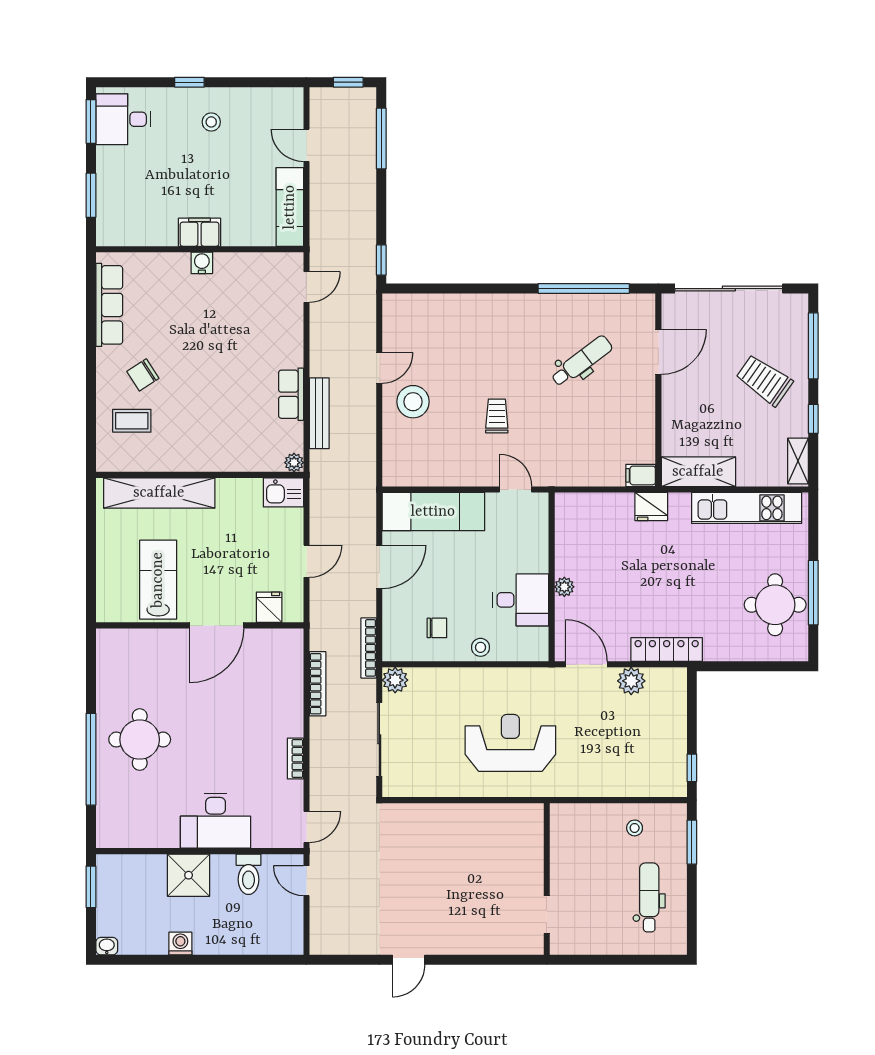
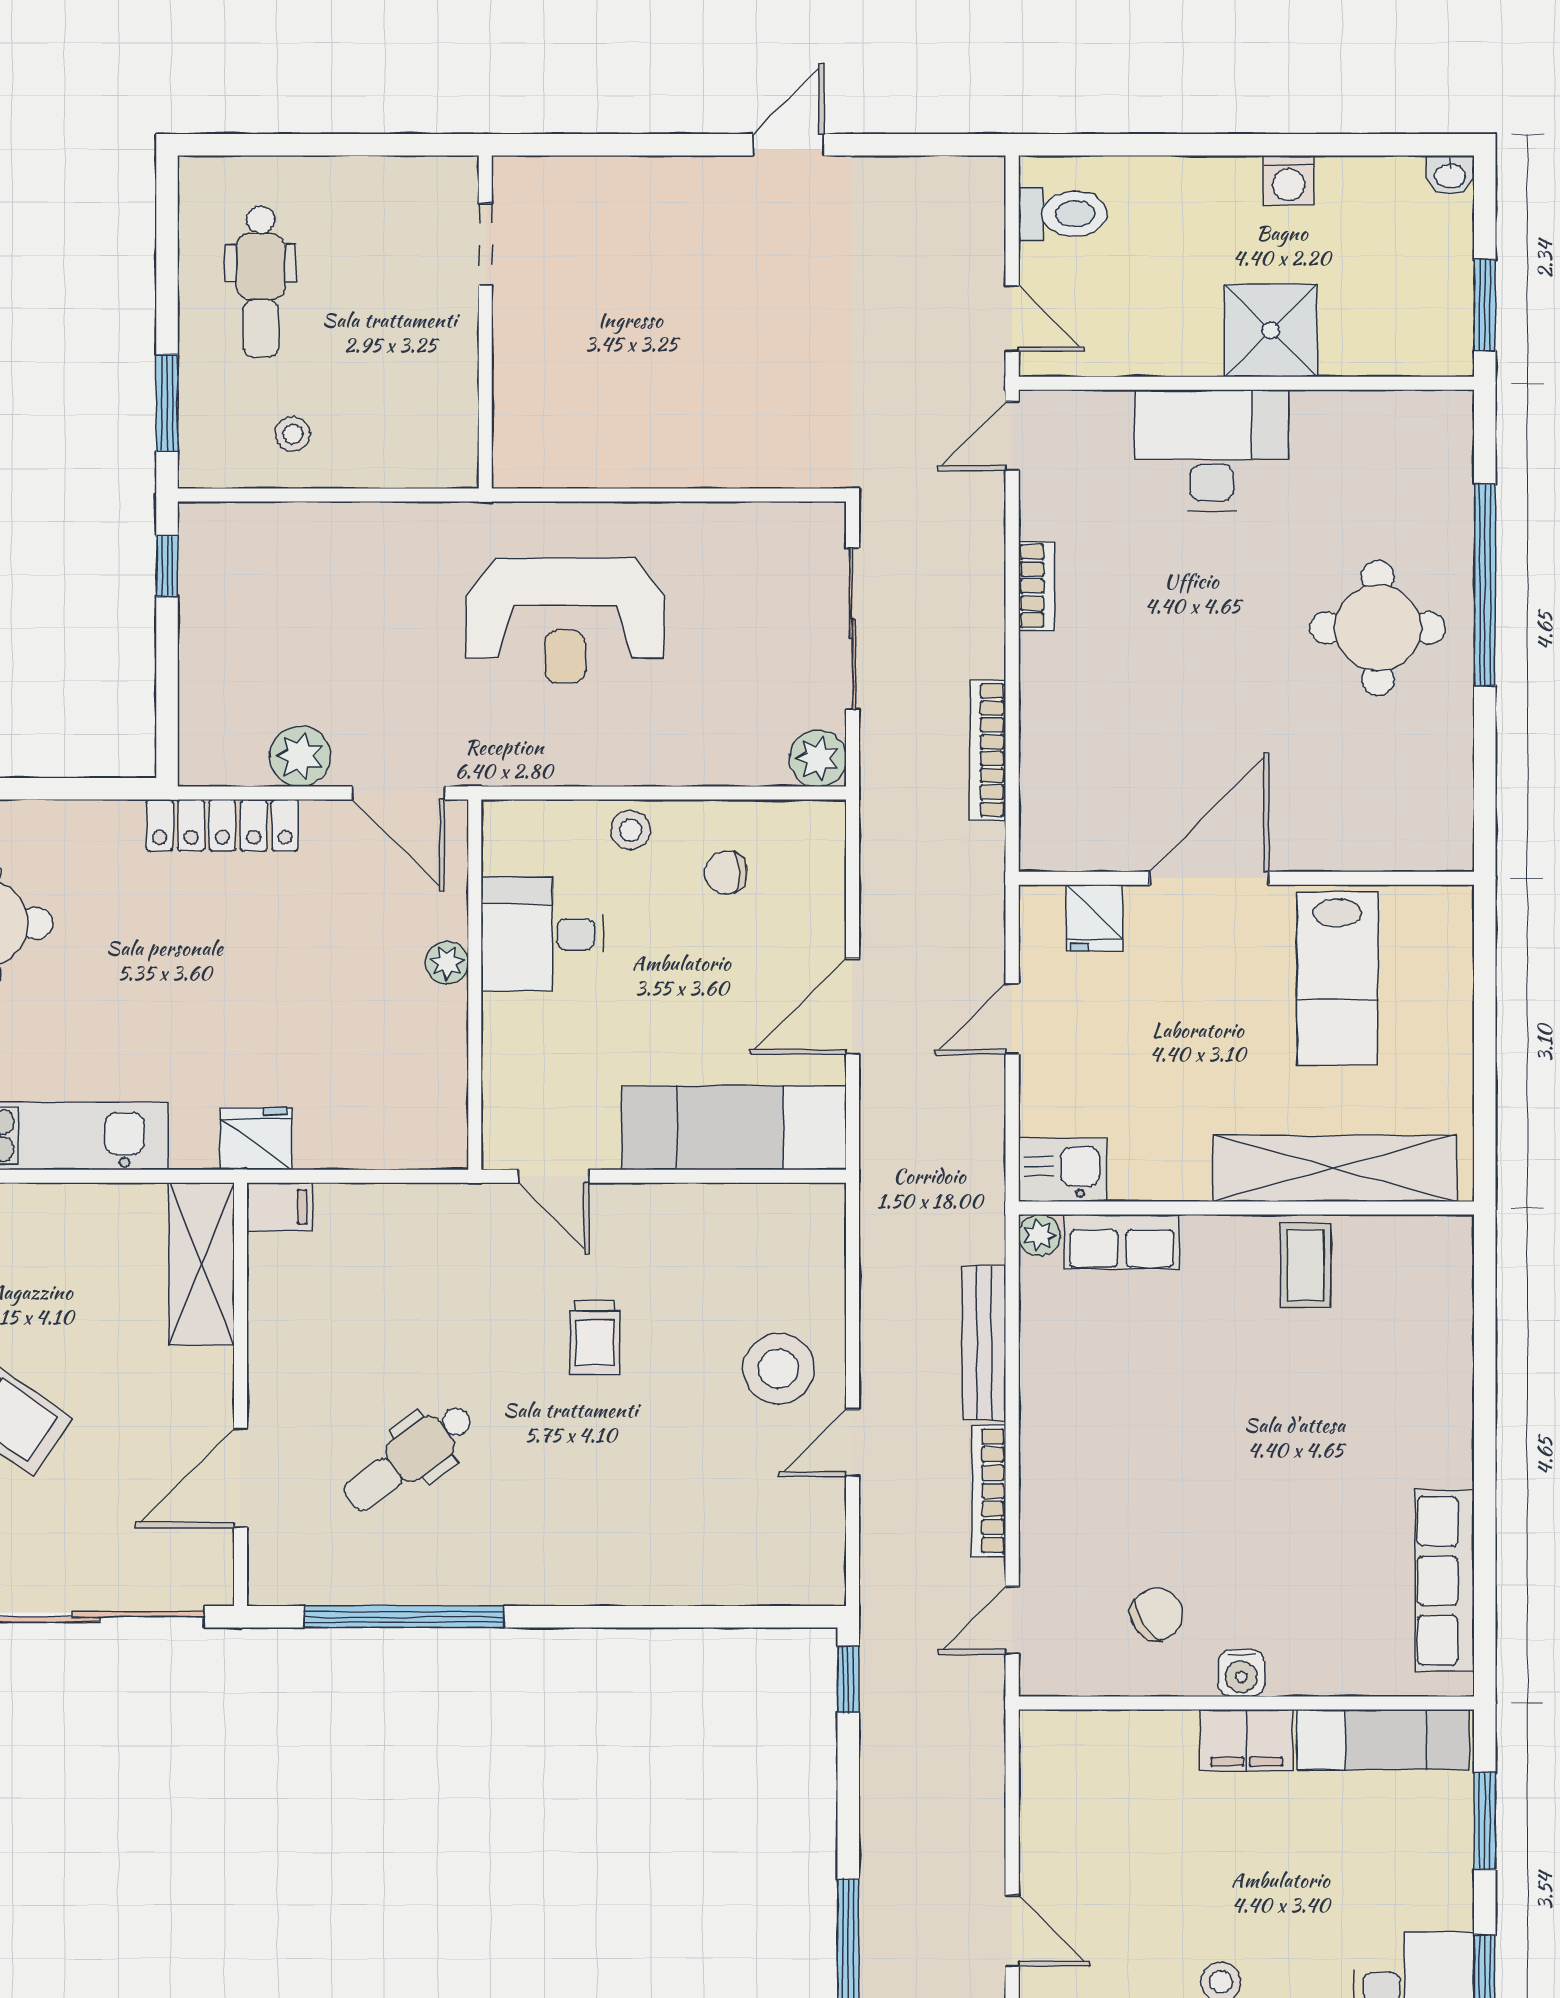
exam couch: (290, 207) -> (1383, 1740), moved, turned 90
chair: (143, 375) -> (1157, 1614), moved
row of seats: (291, 394) -> (1122, 1242), moved, turned 90
coffee table: (132, 421) -> (1305, 1265), moved, turned 90
shelving: (698, 472) -> (202, 1264), moved, turned 90
bookcase: (369, 648) -> (989, 1491), moved, turned 180
toilet: (248, 874) -> (1063, 214), moved, turned 90

